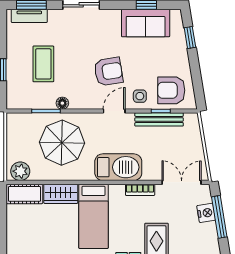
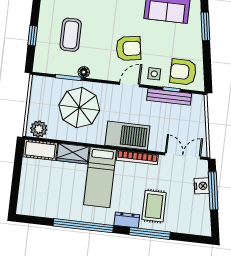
window: (190, 38) -> (205, 26), width x1.50
bookcase: (140, 190) -> (137, 157), width x1.56

